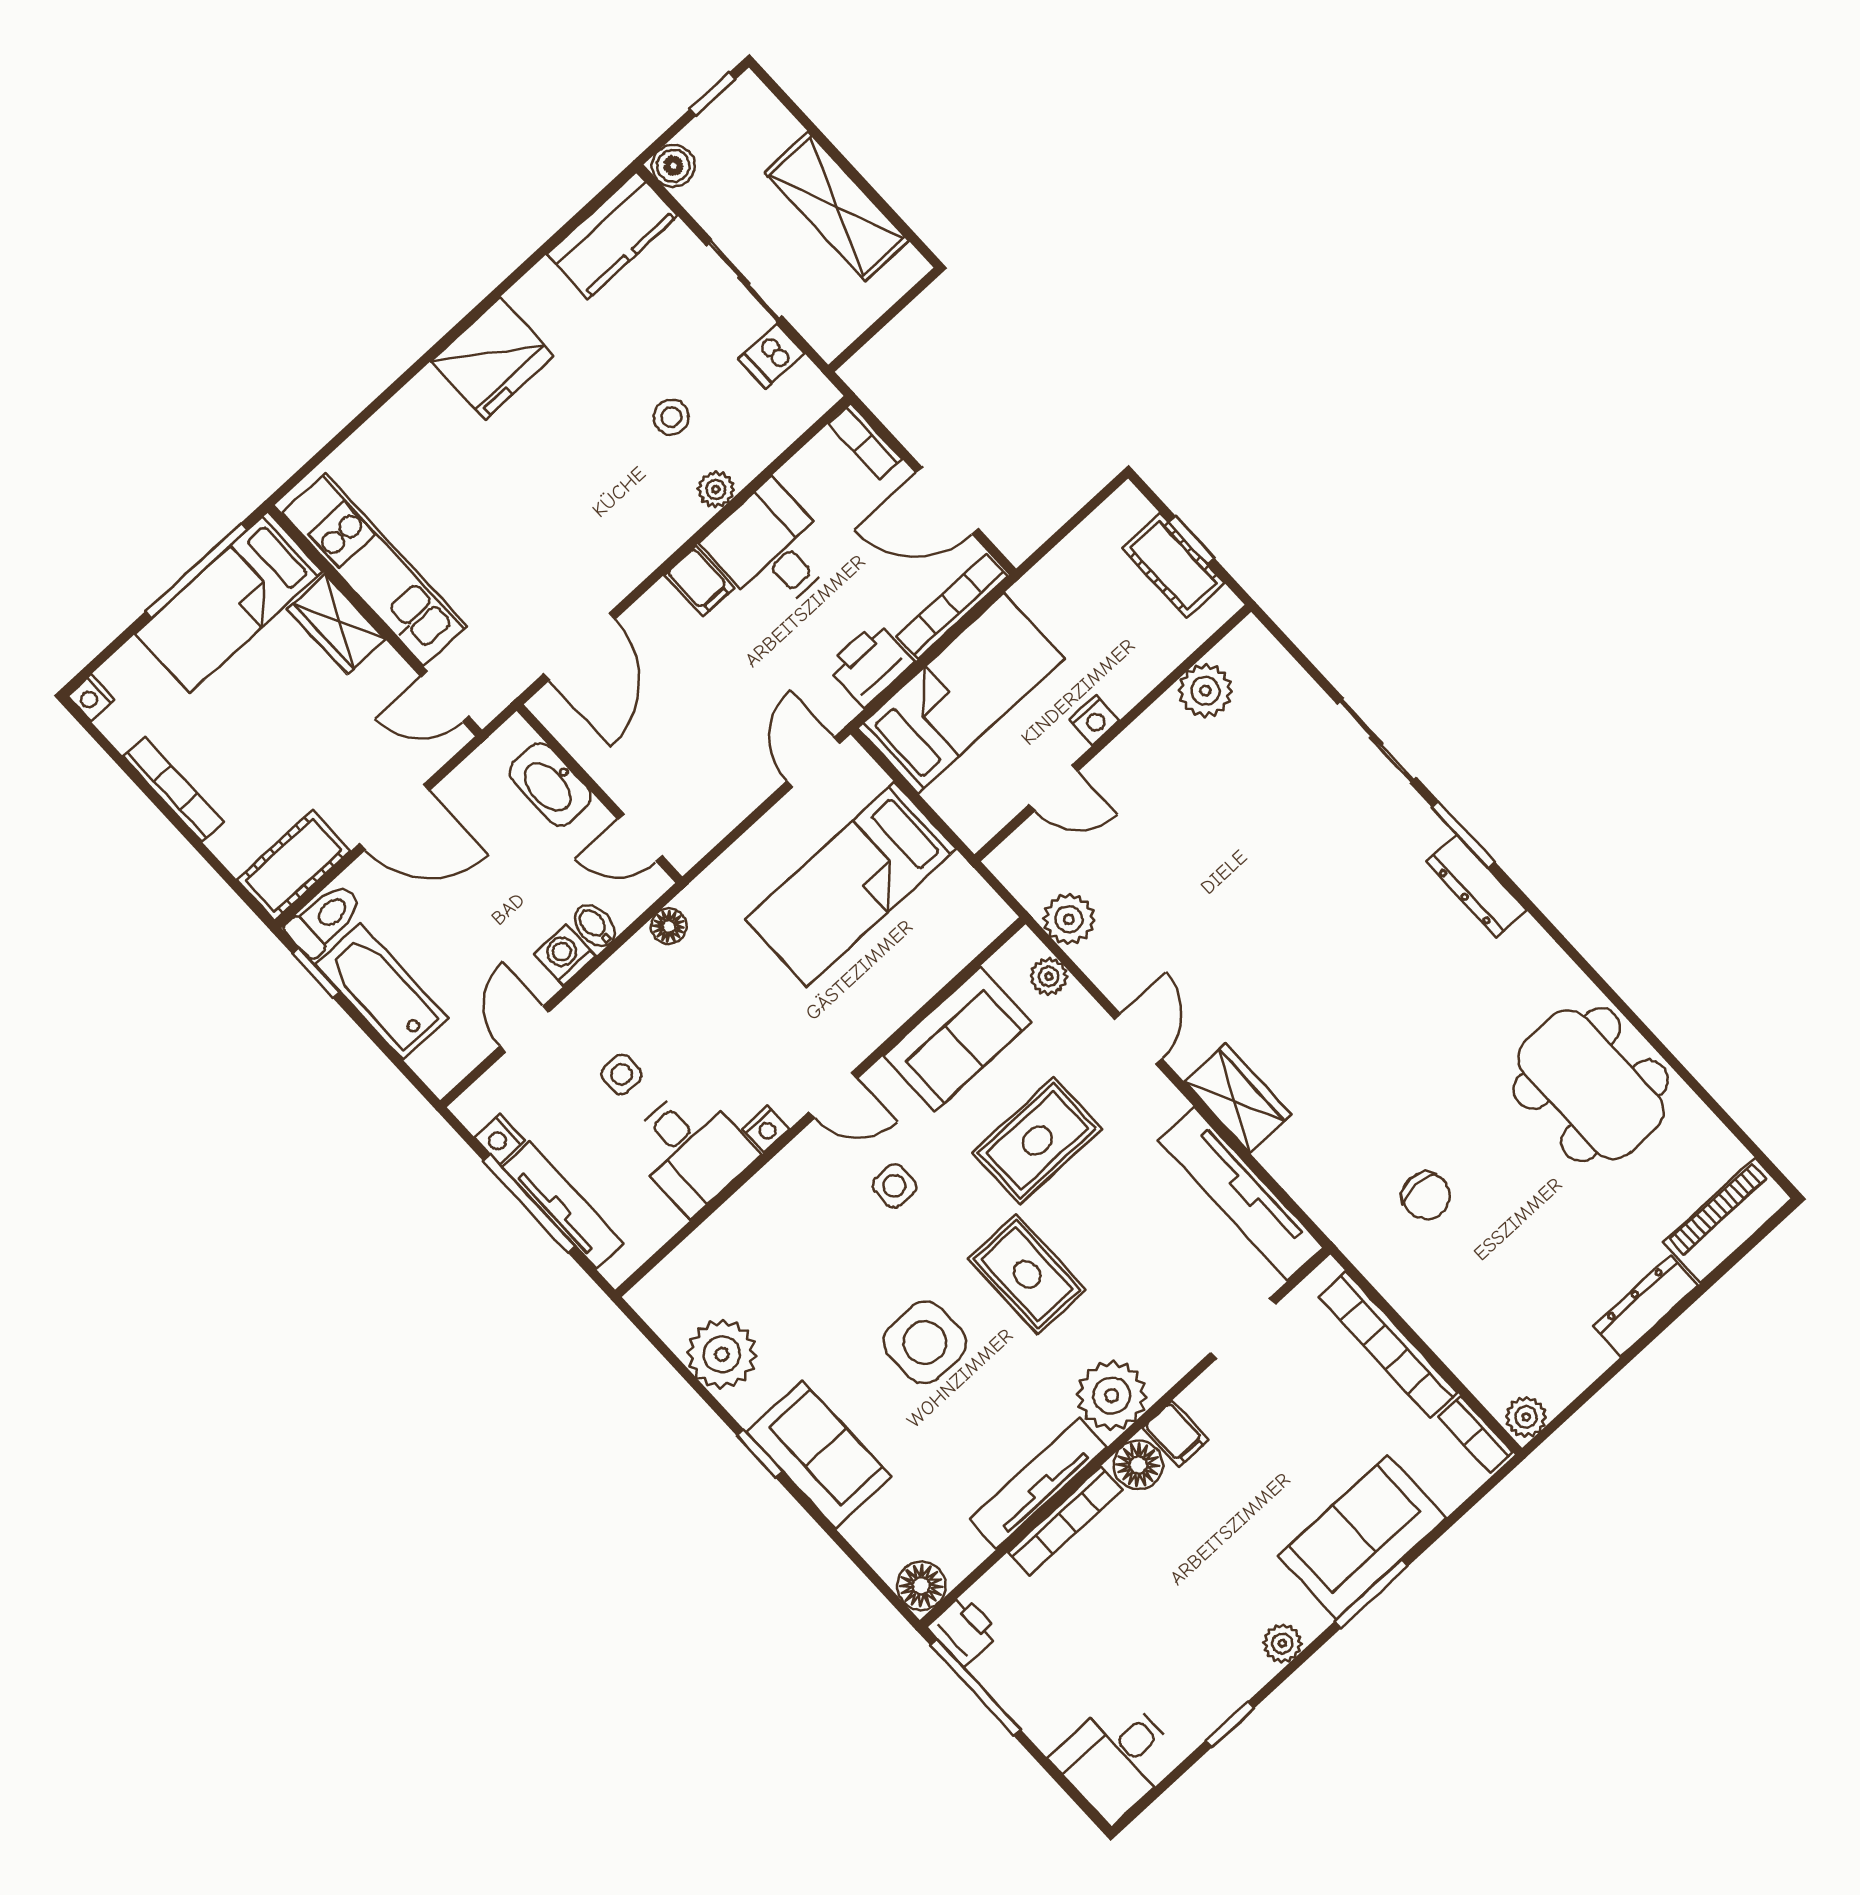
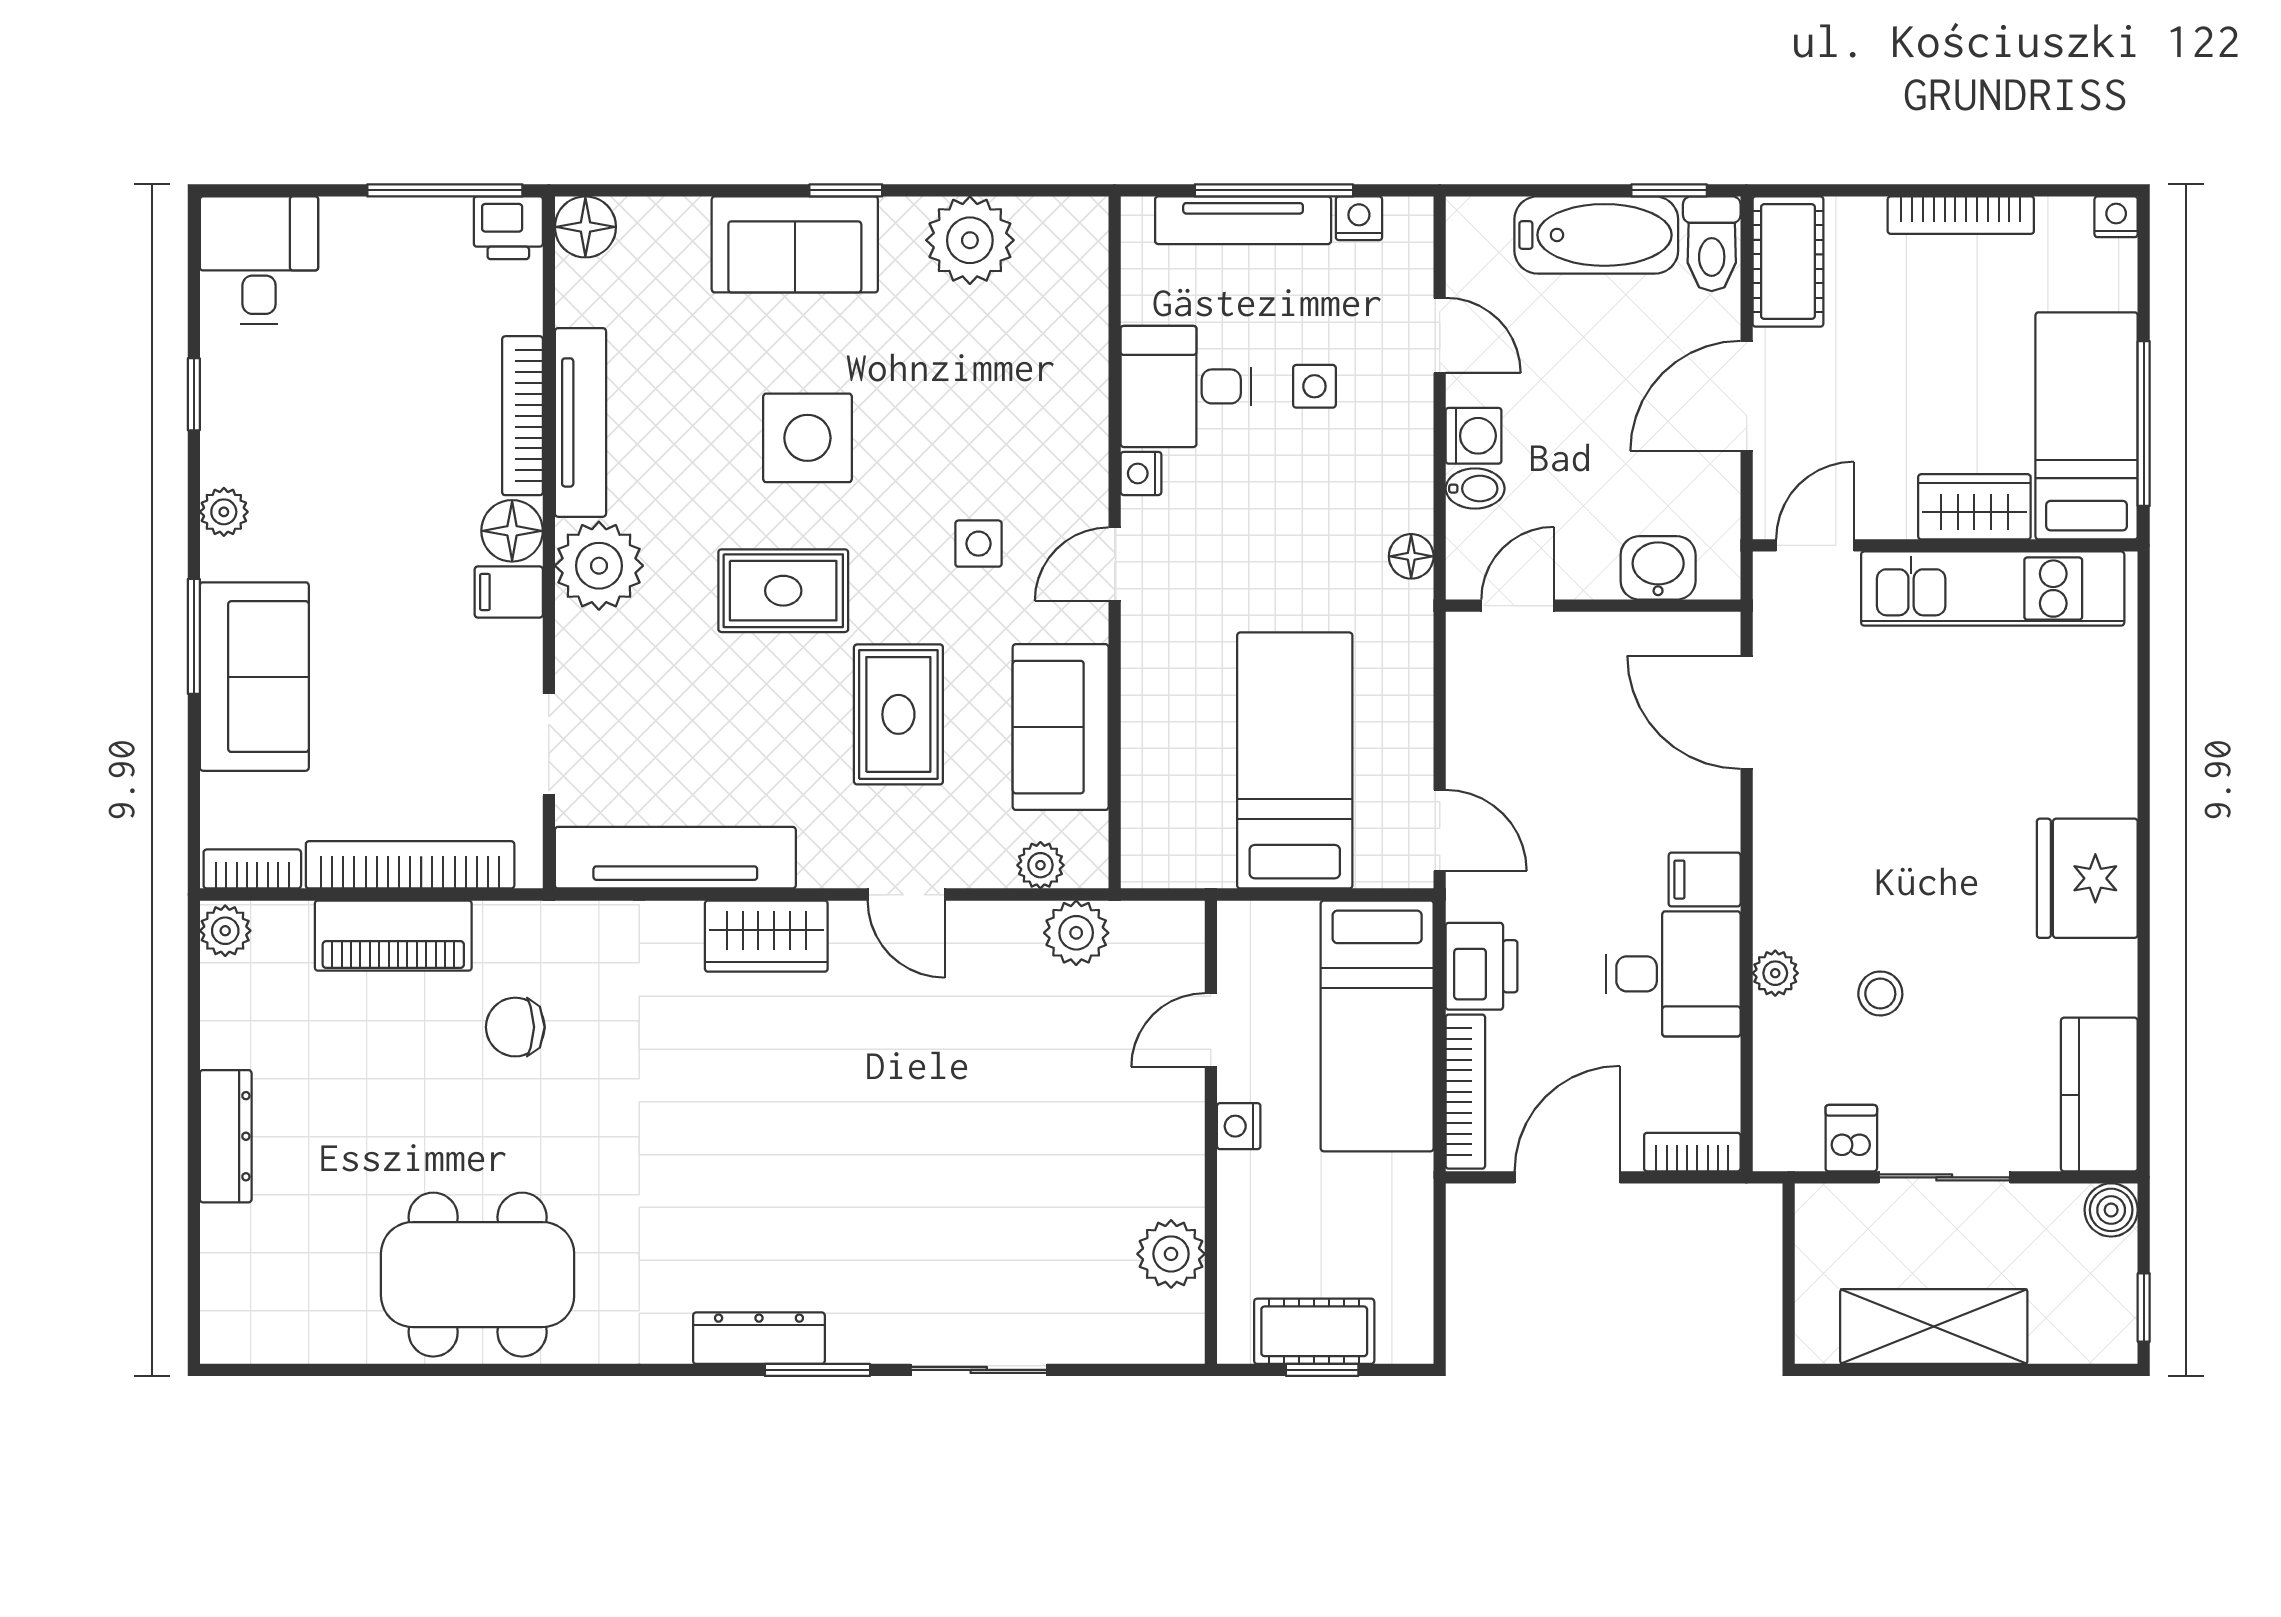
washbasin: (550, 784) -> (1658, 568), width x0.72
piano: (1728, 1220) -> (393, 936), moved, turned 90

